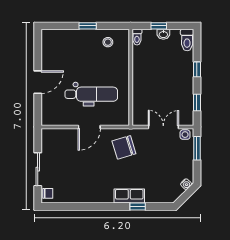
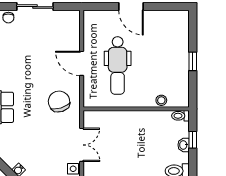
stool: (108, 42) -> (161, 100), moved

